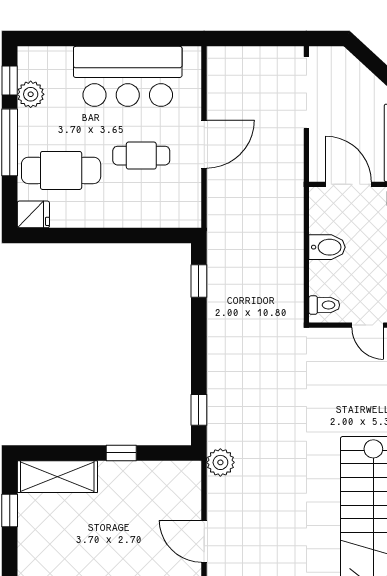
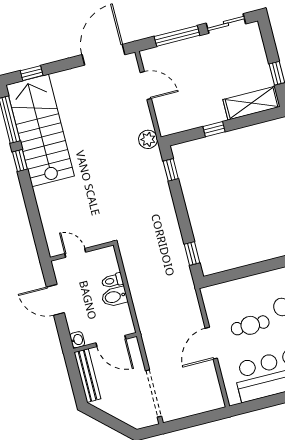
toilet: (324, 305) -> (112, 281), moved

